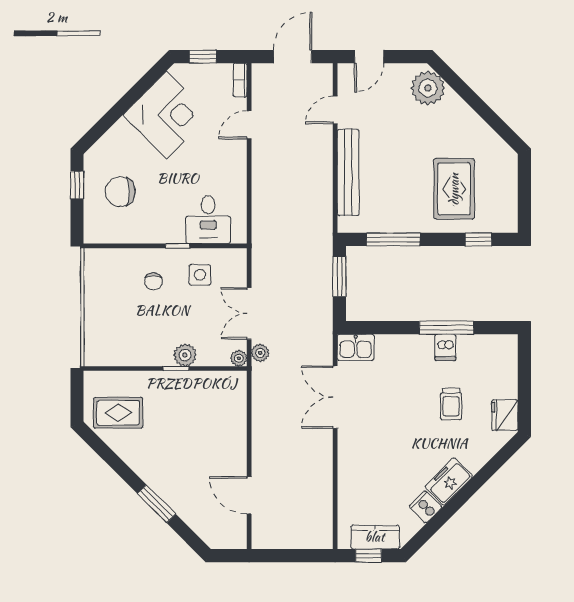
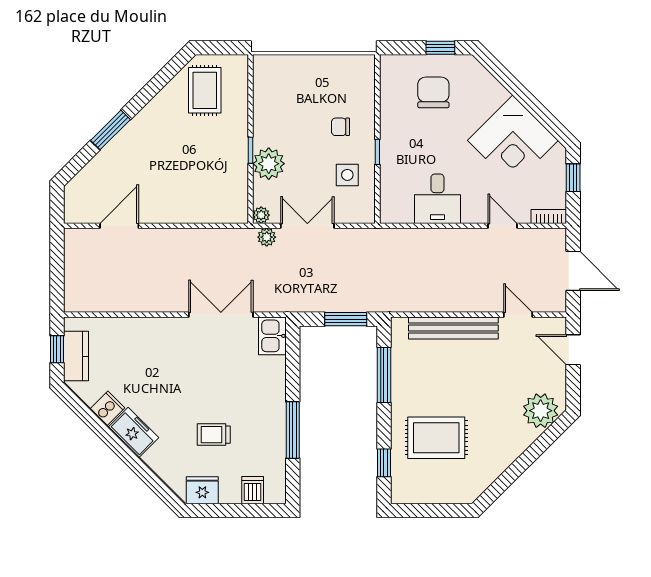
desk: (208, 220) -> (437, 199), moved, turned -90
dishwasher: (445, 347) -> (253, 490), moved, turned 90
plant: (185, 355) -> (269, 164), width x1.36, depth x1.36

